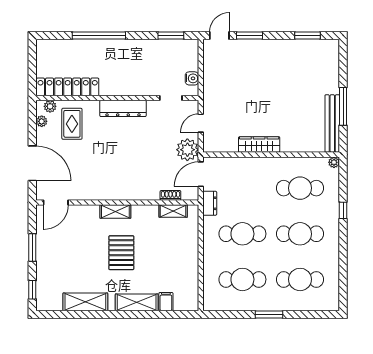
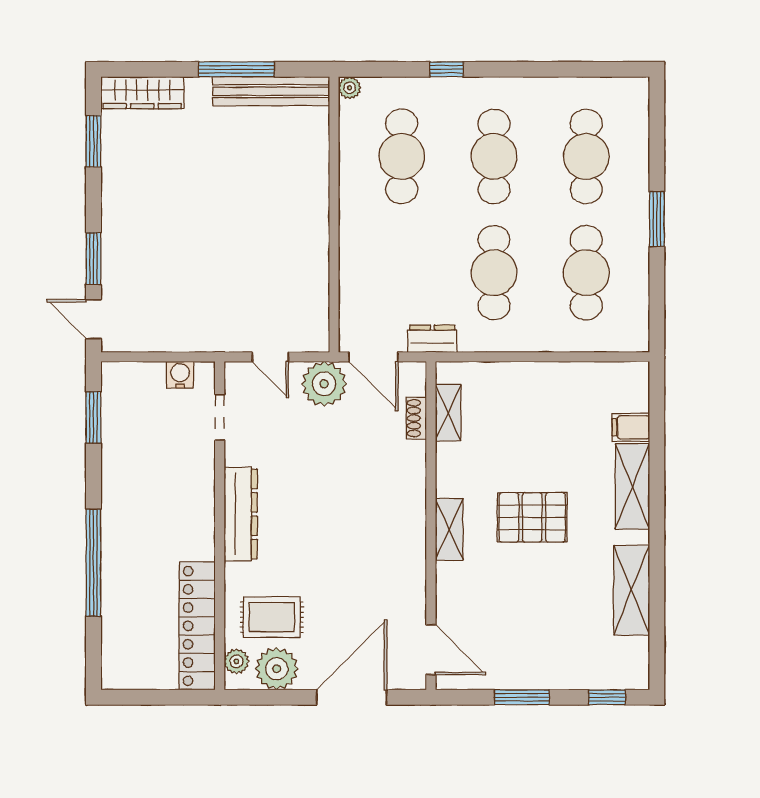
plant: (42, 121) -> (277, 669), width x1.88, depth x1.88
wardrobe: (259, 145) -> (142, 93), moved, turned -90

